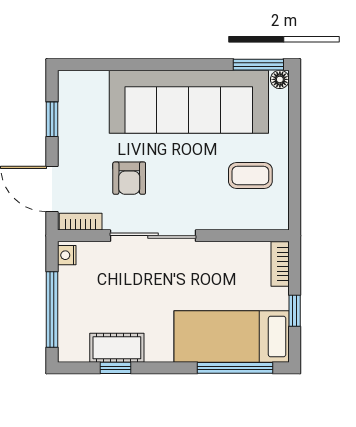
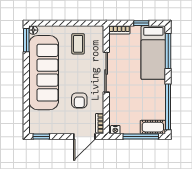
window: (52, 119) -> (41, 137), moved
armchair: (129, 178) -> (79, 100), turned 90
sliding door: (153, 236) -> (106, 72), moved
cot: (117, 348) -> (153, 127), moved, turned 90
window: (115, 368) -> (168, 107), width x3.17

